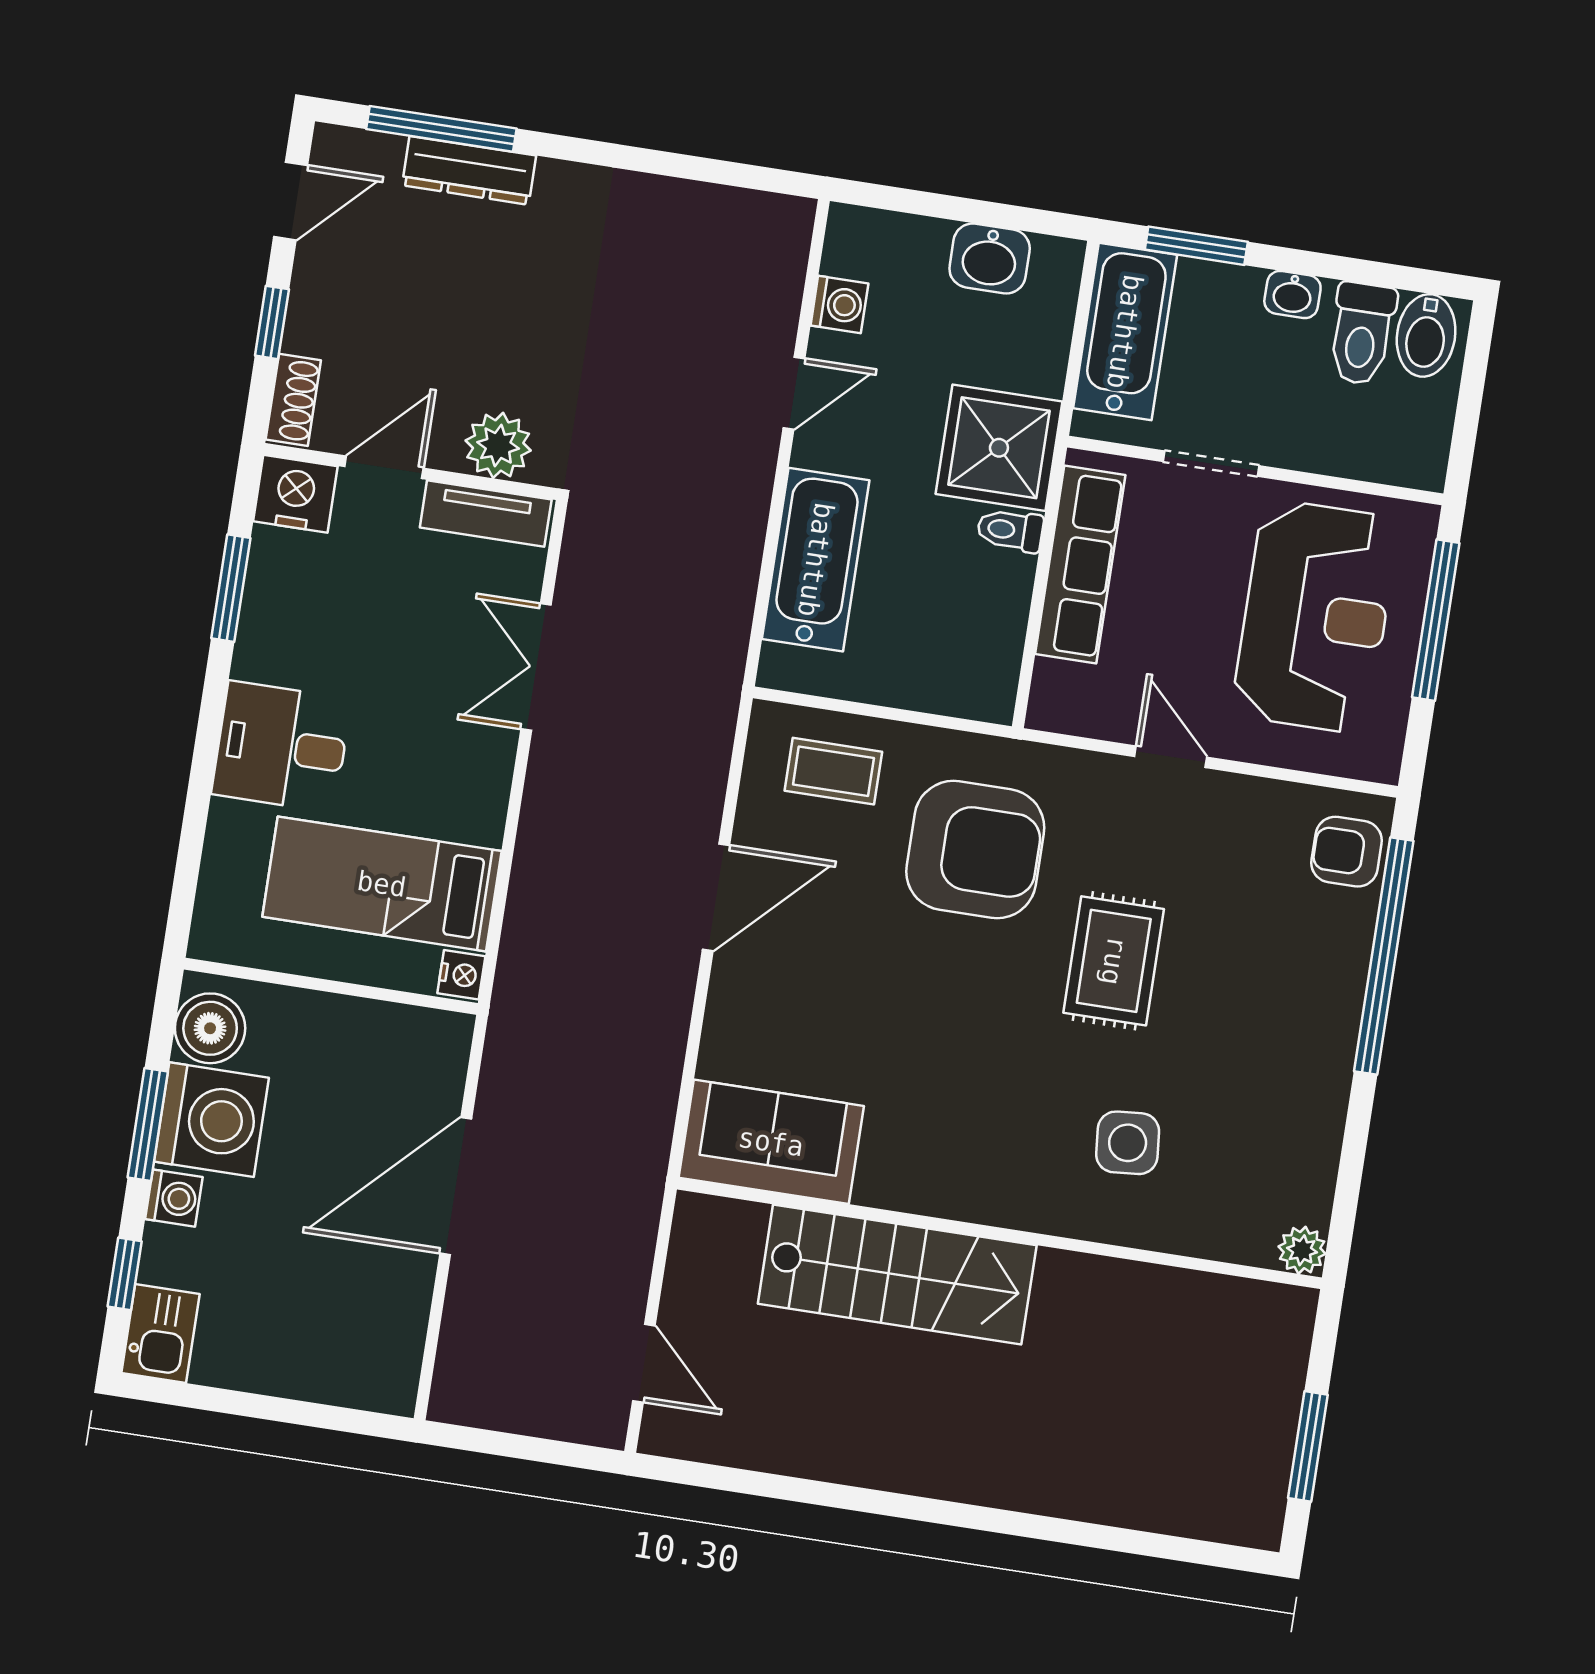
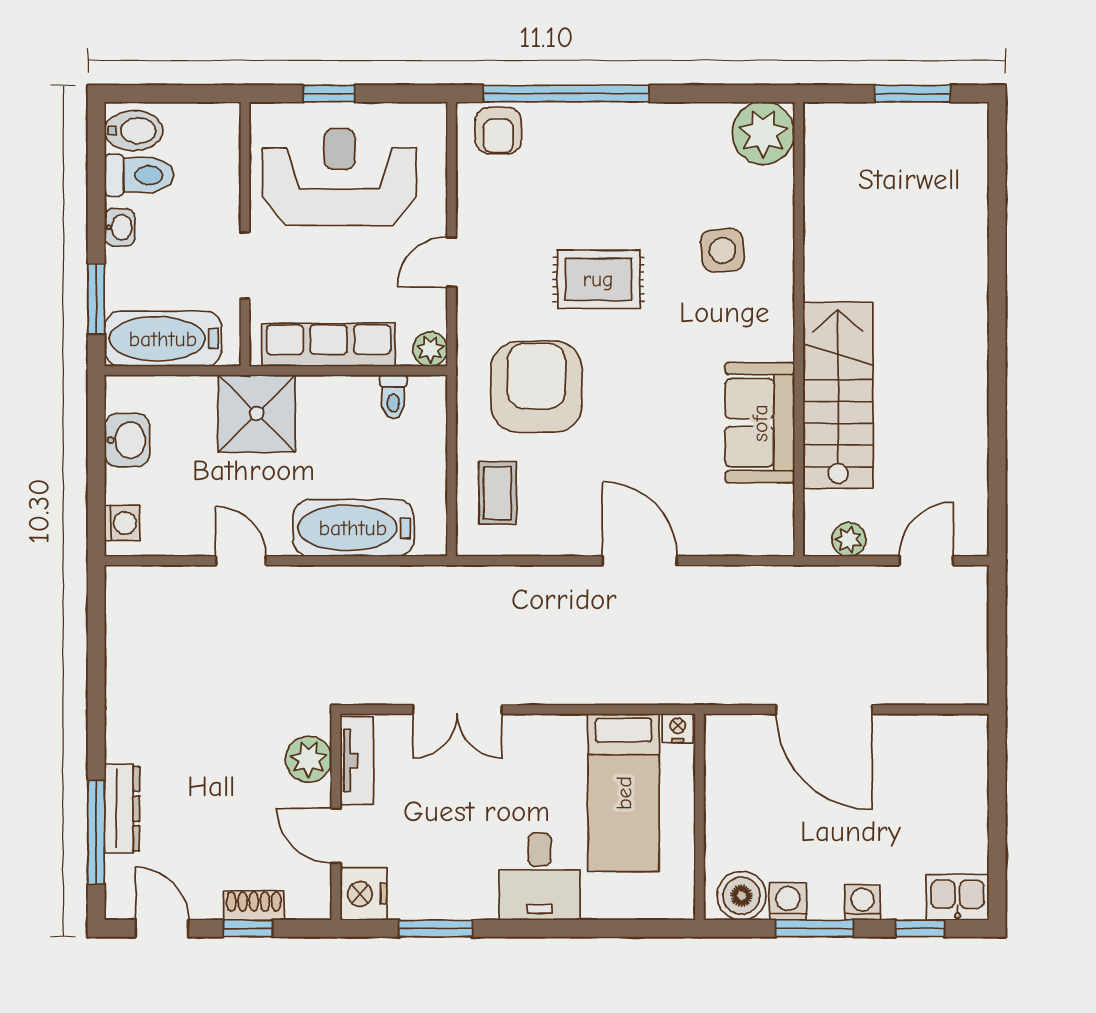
washing machine: (839, 304) -> (122, 523), moved, turned 90
shoe rack: (293, 400) -> (254, 905), moved
toilet: (1010, 530) -> (393, 397), moved
window: (1436, 620) -> (329, 94), width x0.46
plant: (1052, 708) -> (430, 349), added
door: (716, 897) -> (640, 561), moved
washing machine: (211, 1120) -> (788, 902), width x0.53, depth x0.53
sofa: (771, 1142) -> (760, 423), moved
plant: (1302, 1250) -> (763, 133), width x1.87, depth x1.87
plant: (691, 1258) -> (849, 540), added

